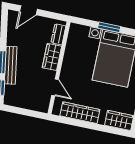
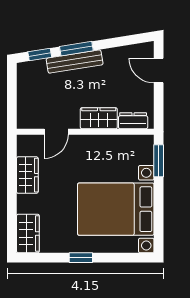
window: (109, 27) -> (159, 161), moved
wardrobe: (80, 113) -> (27, 175), width x0.67

